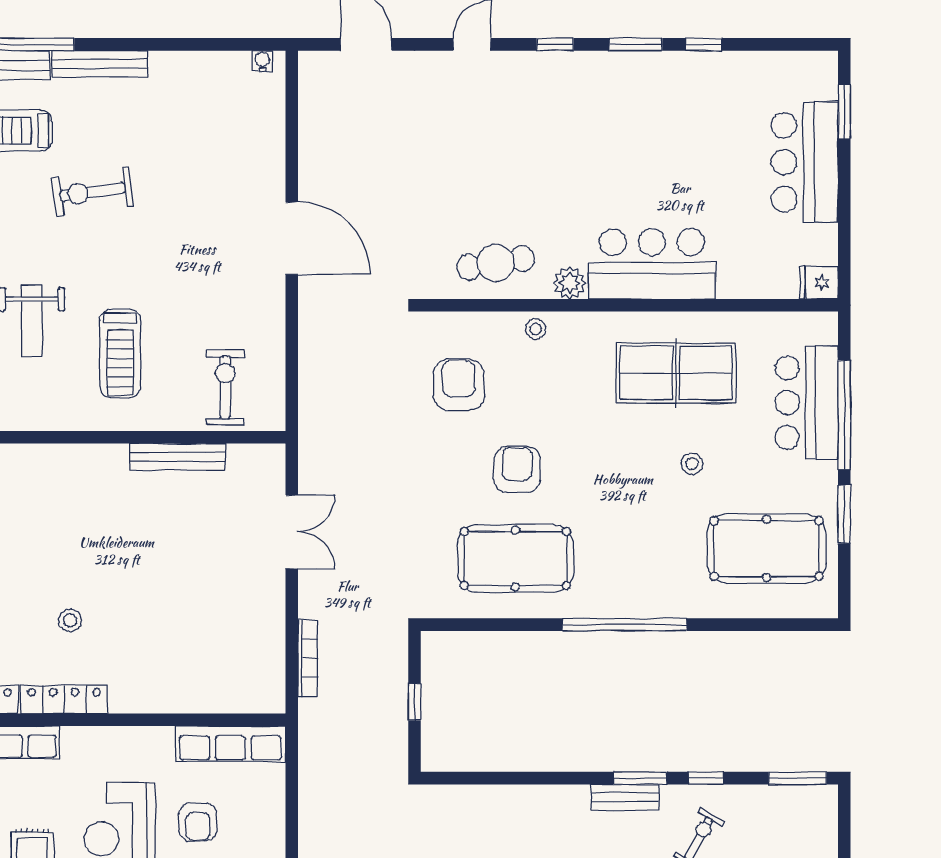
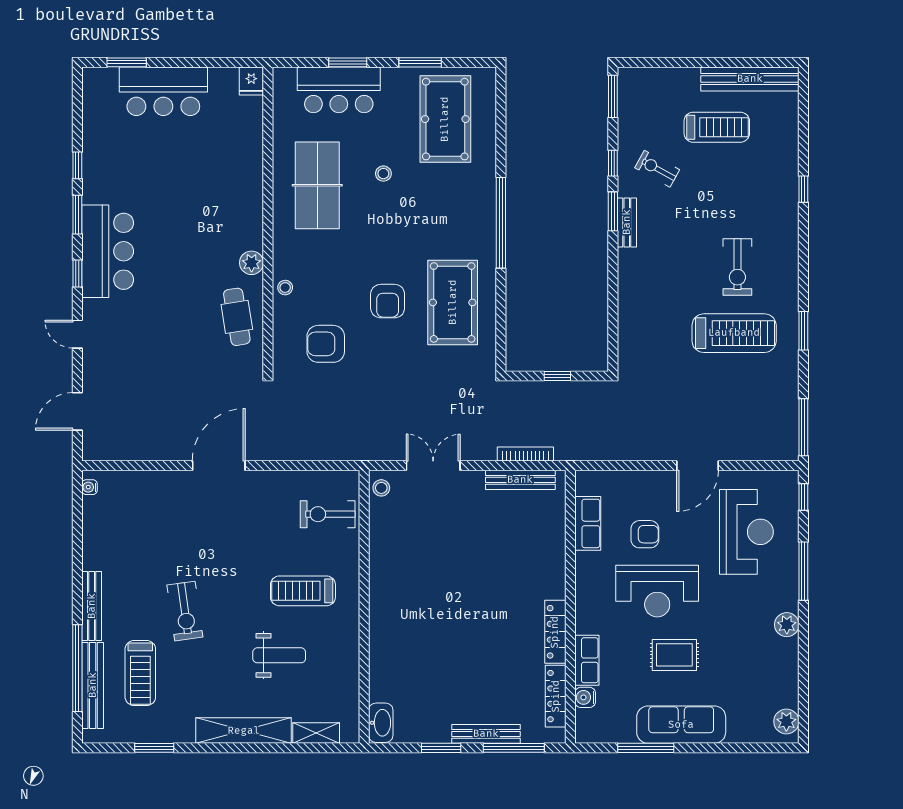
bar counter: (652, 264) -> (108, 251), moved, turned 180
treadmill: (120, 353) -> (303, 591), turned 180
window: (844, 415) -> (348, 62), width x0.47
bench: (177, 457) -> (520, 480), moved, turned 90
armchair: (517, 469) -> (388, 301), turned -90
stool: (70, 620) -> (381, 488), moved
row of seats: (230, 744) -> (588, 523), width x0.68

